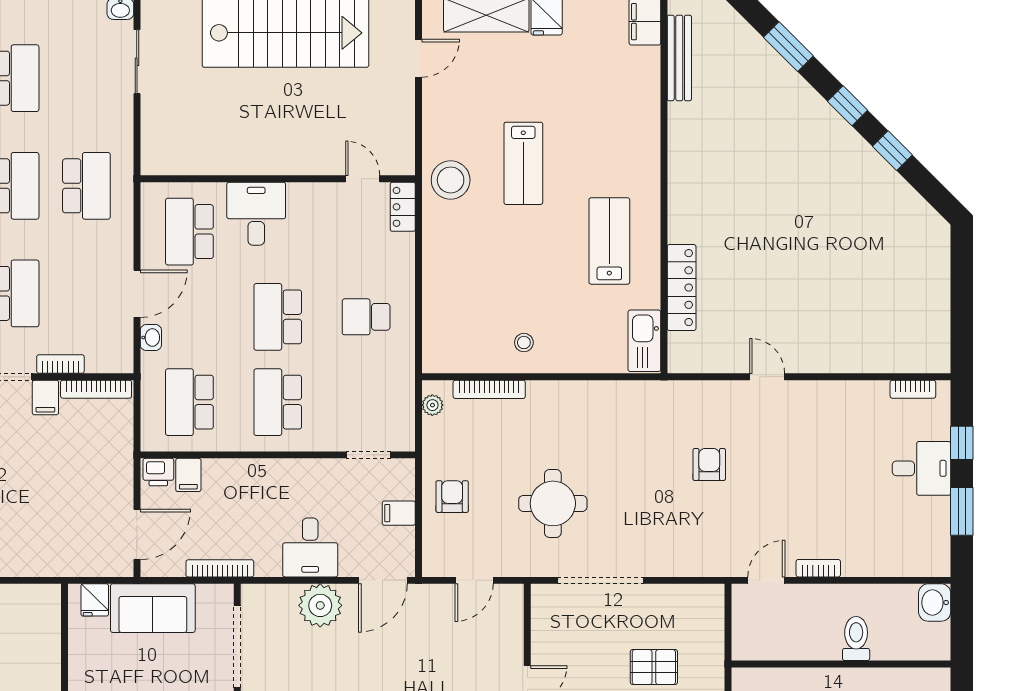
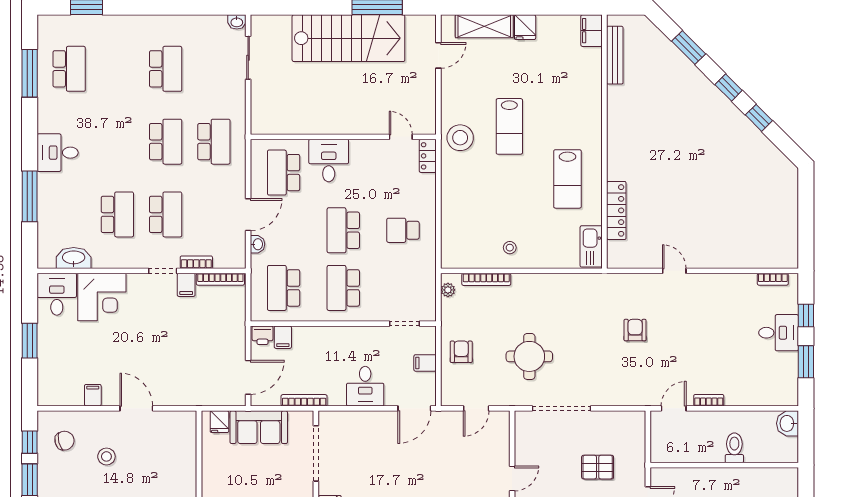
lab bench: (609, 241) -> (567, 179), turned 180
plant: (320, 605) -> (372, 425), removed

